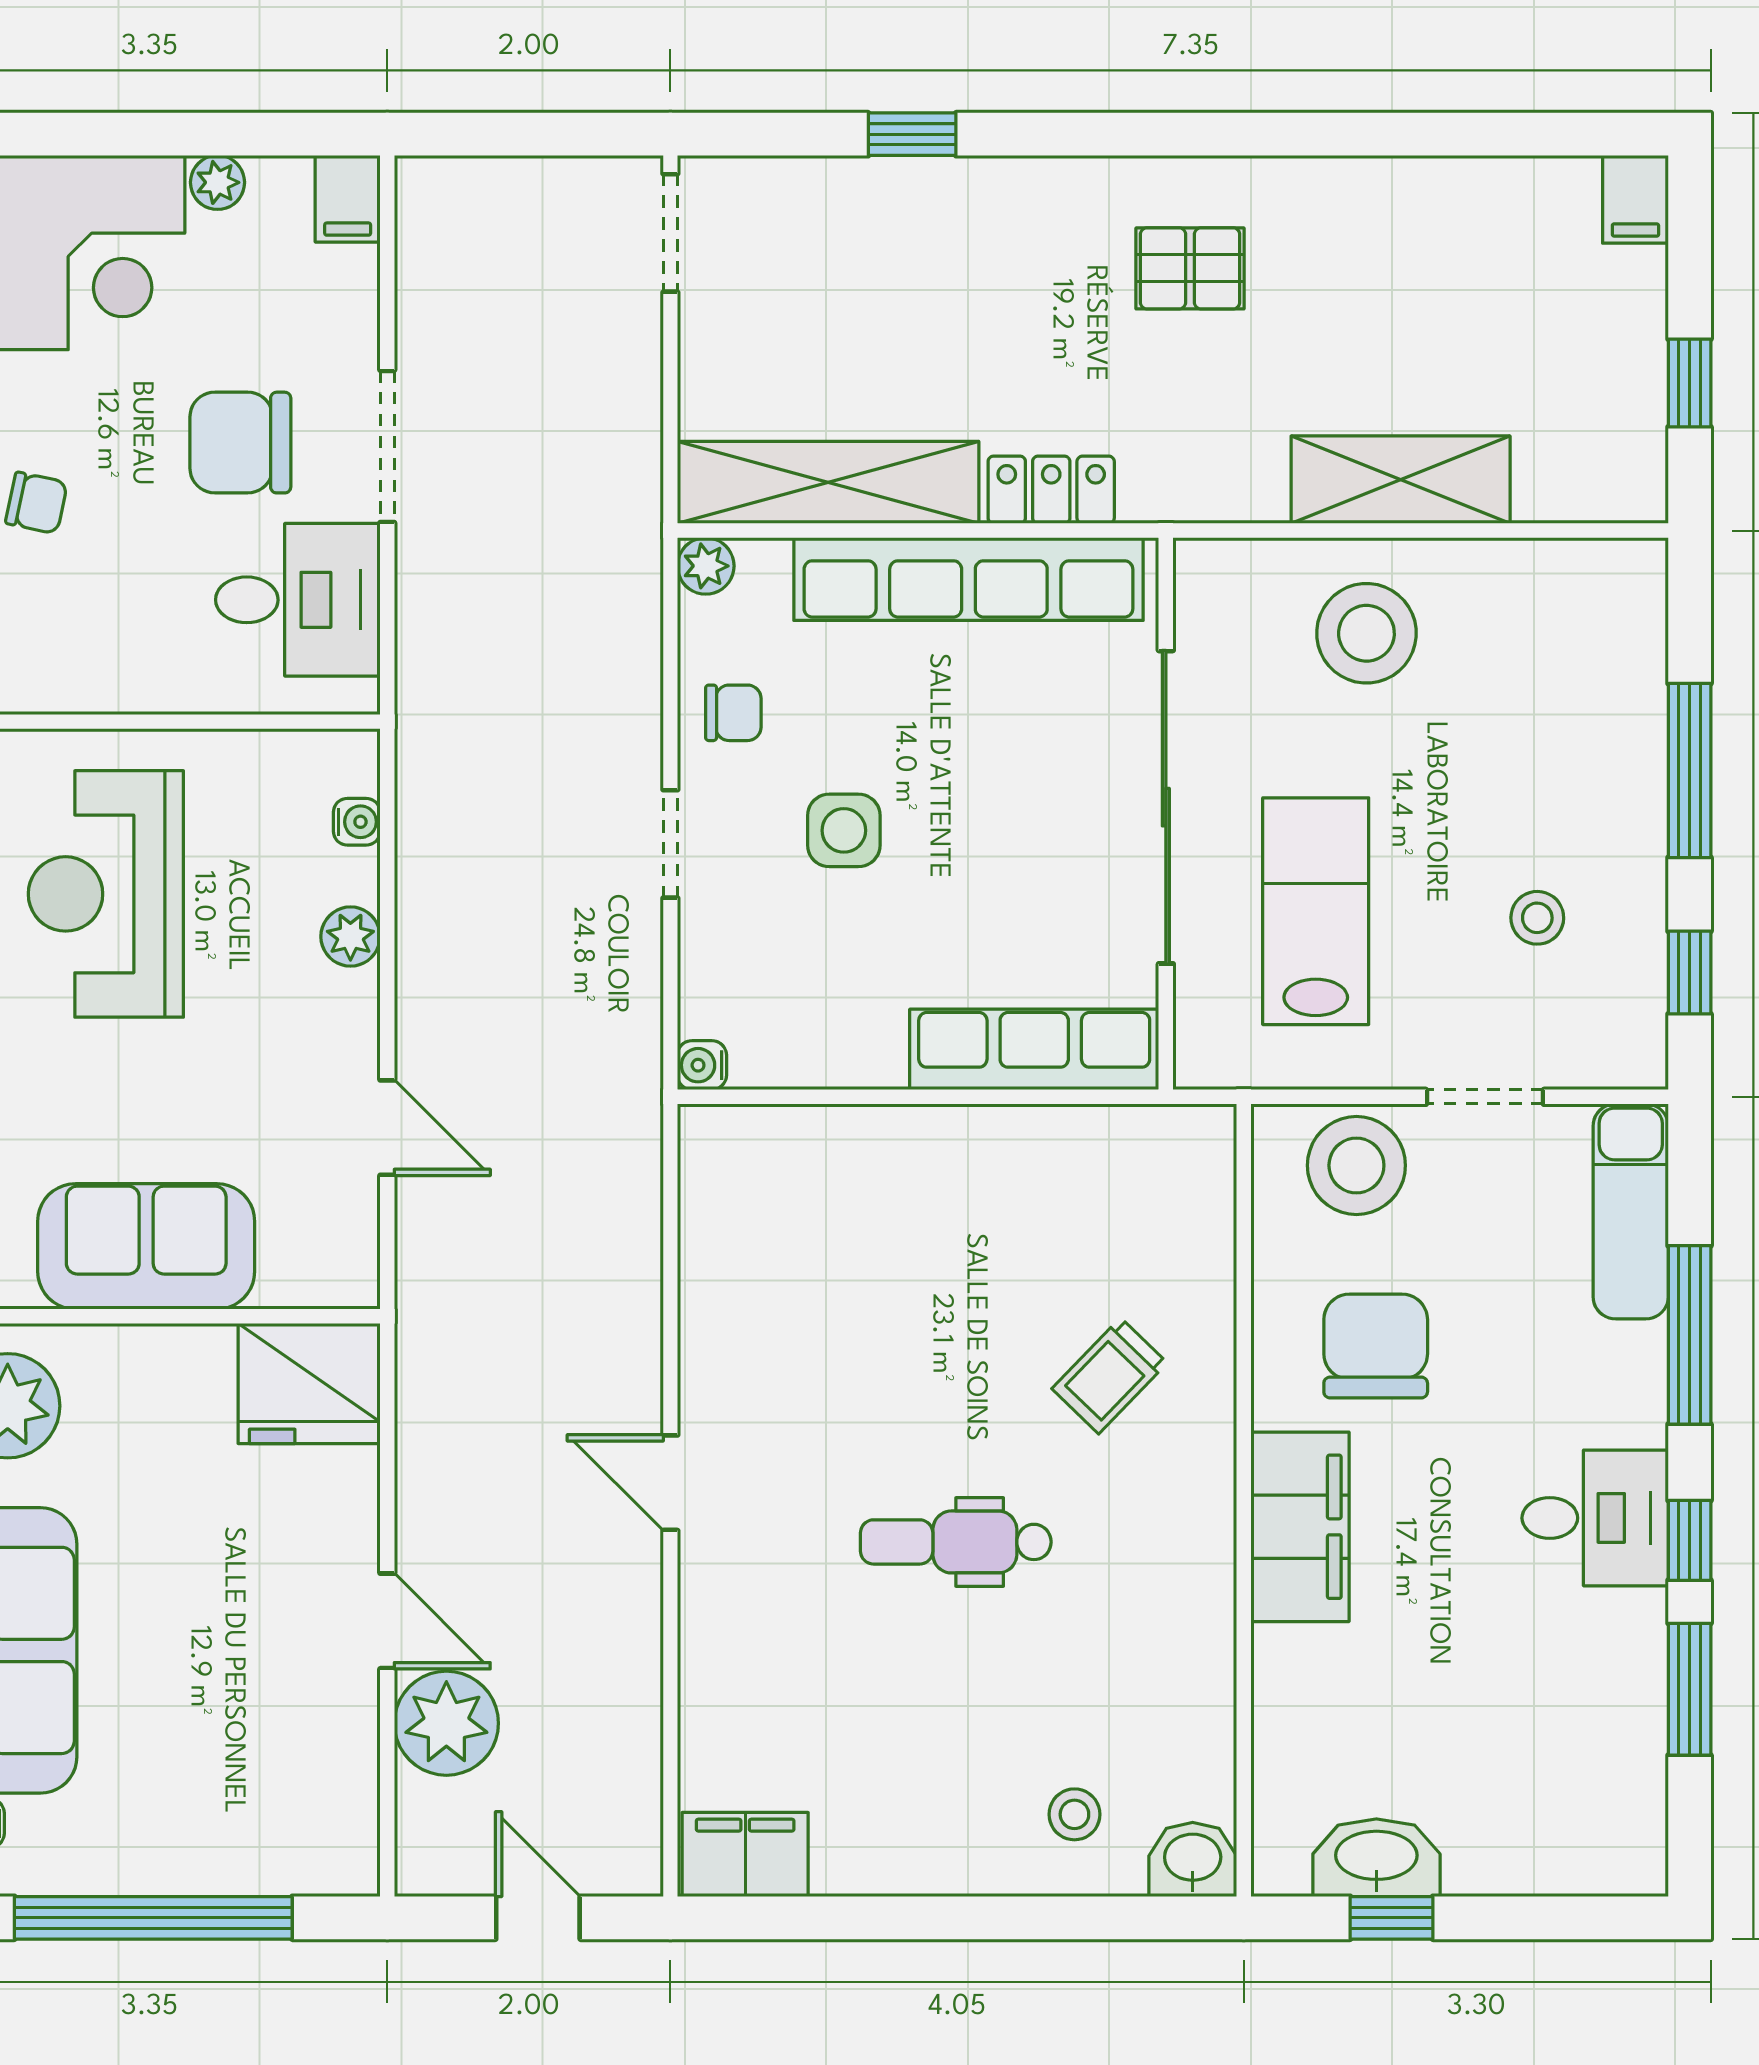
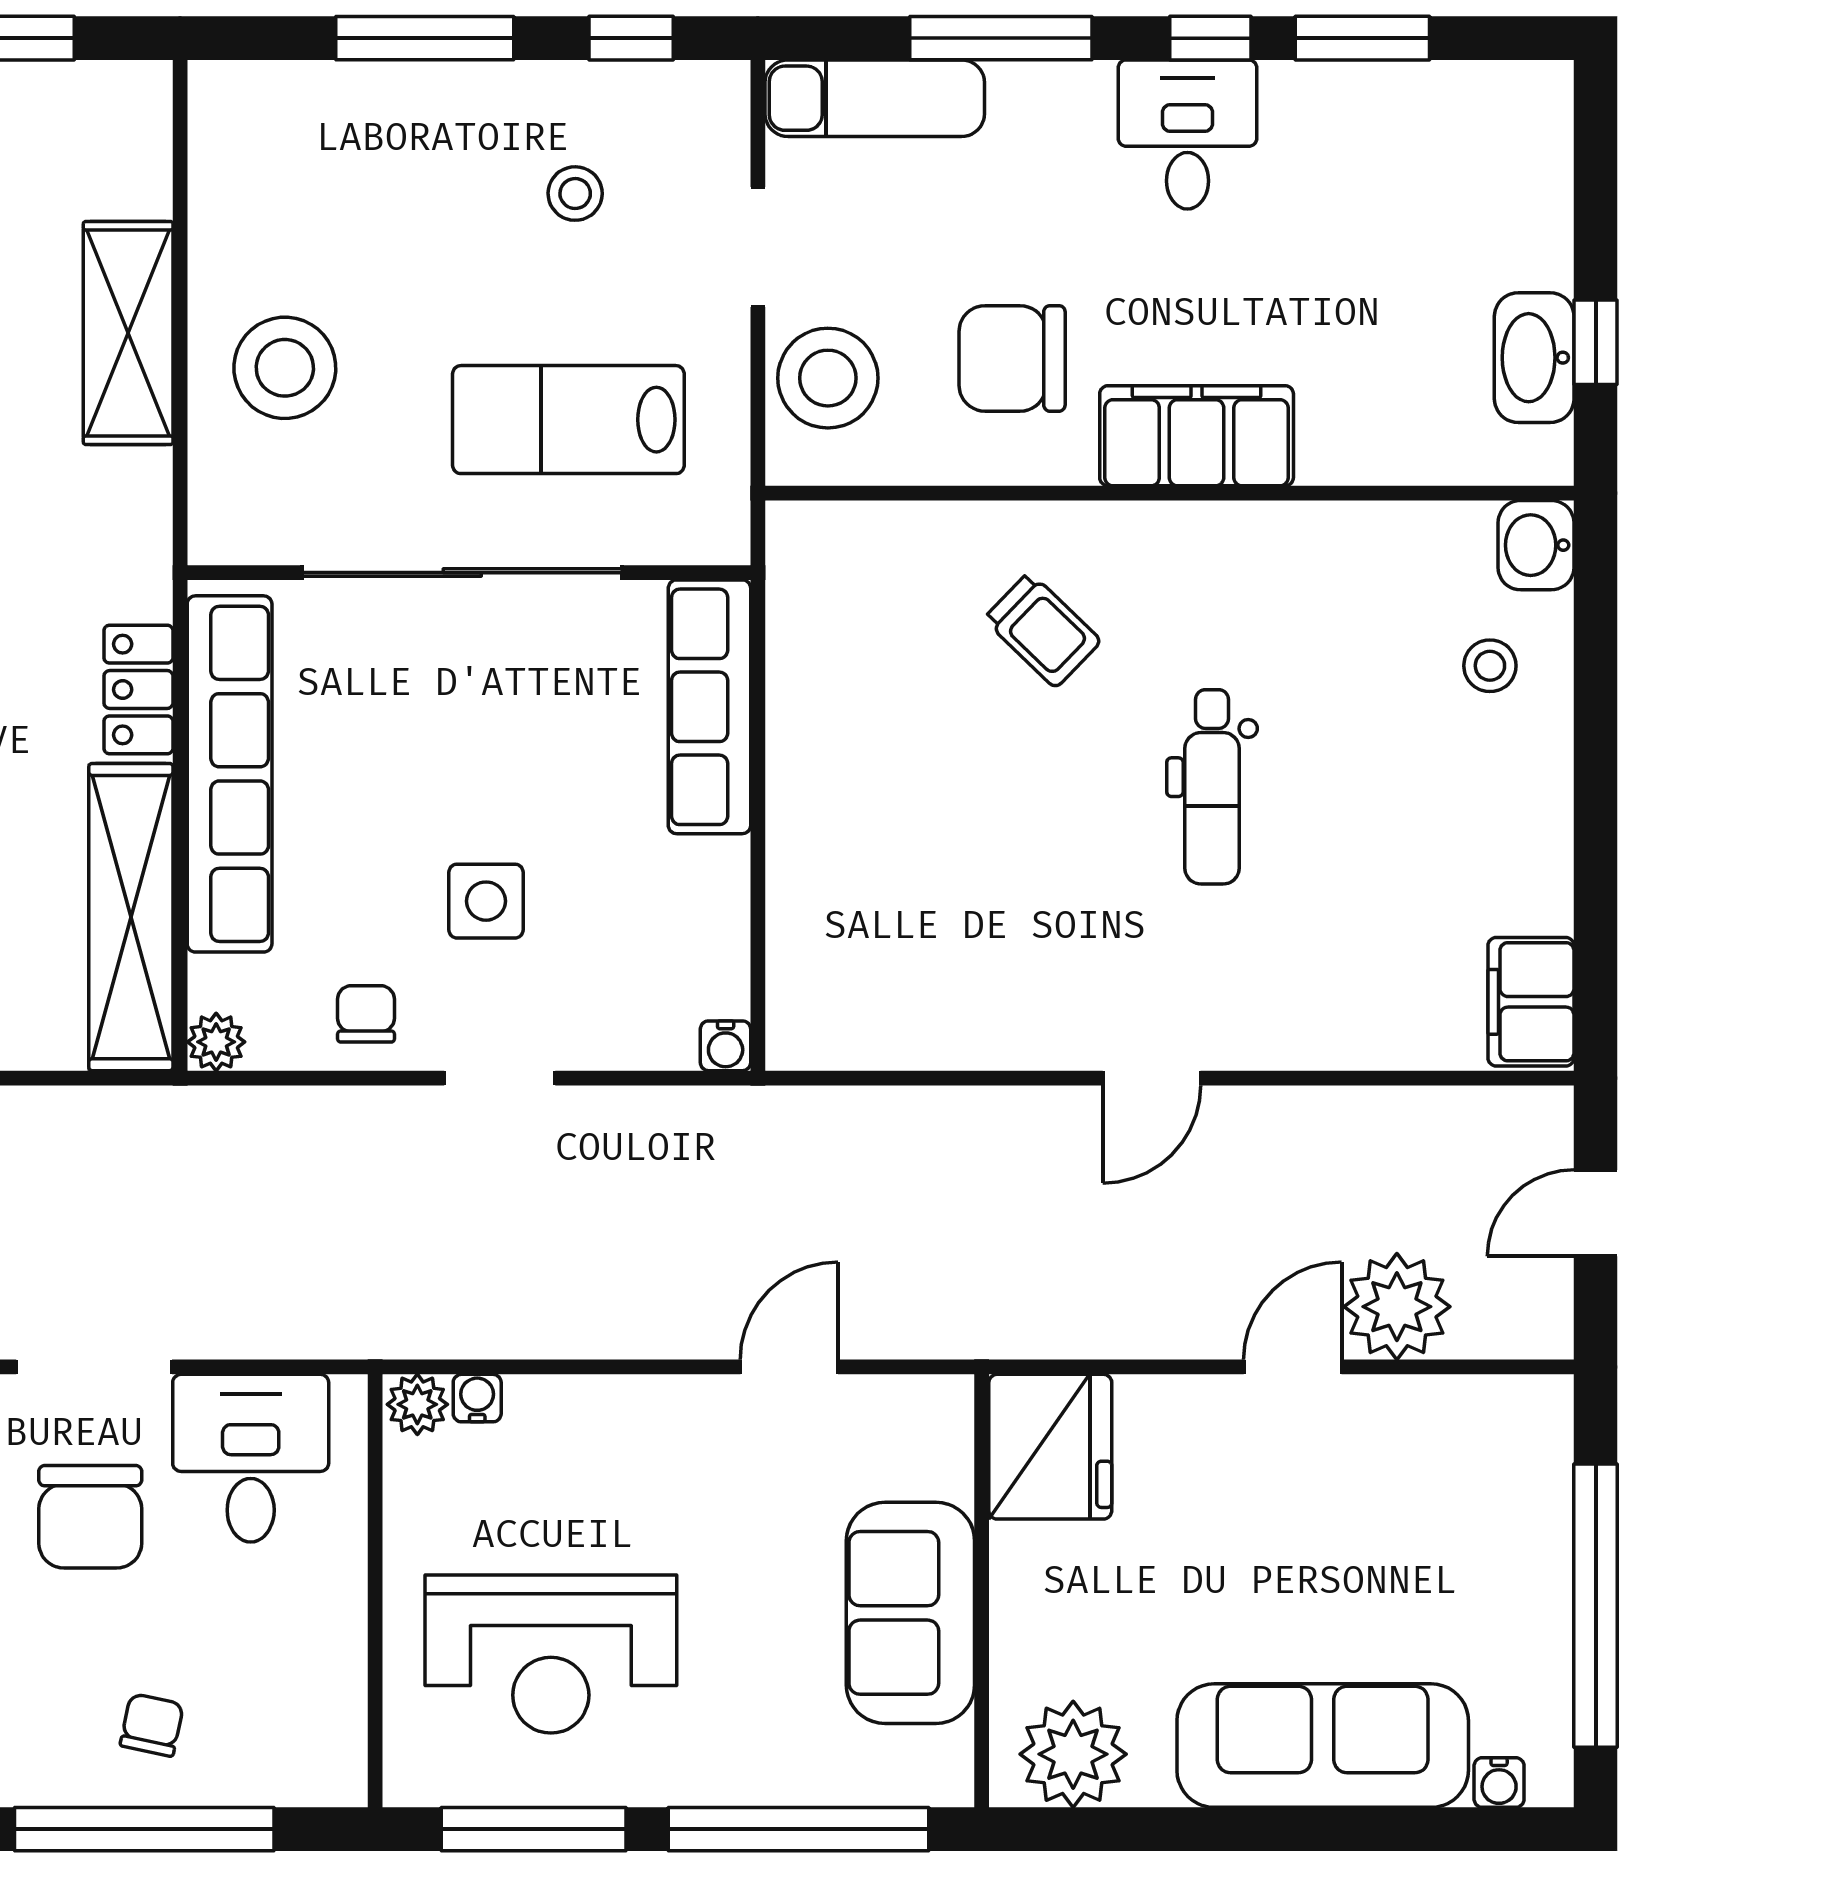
plant: (350, 937) -> (417, 1404), moved

